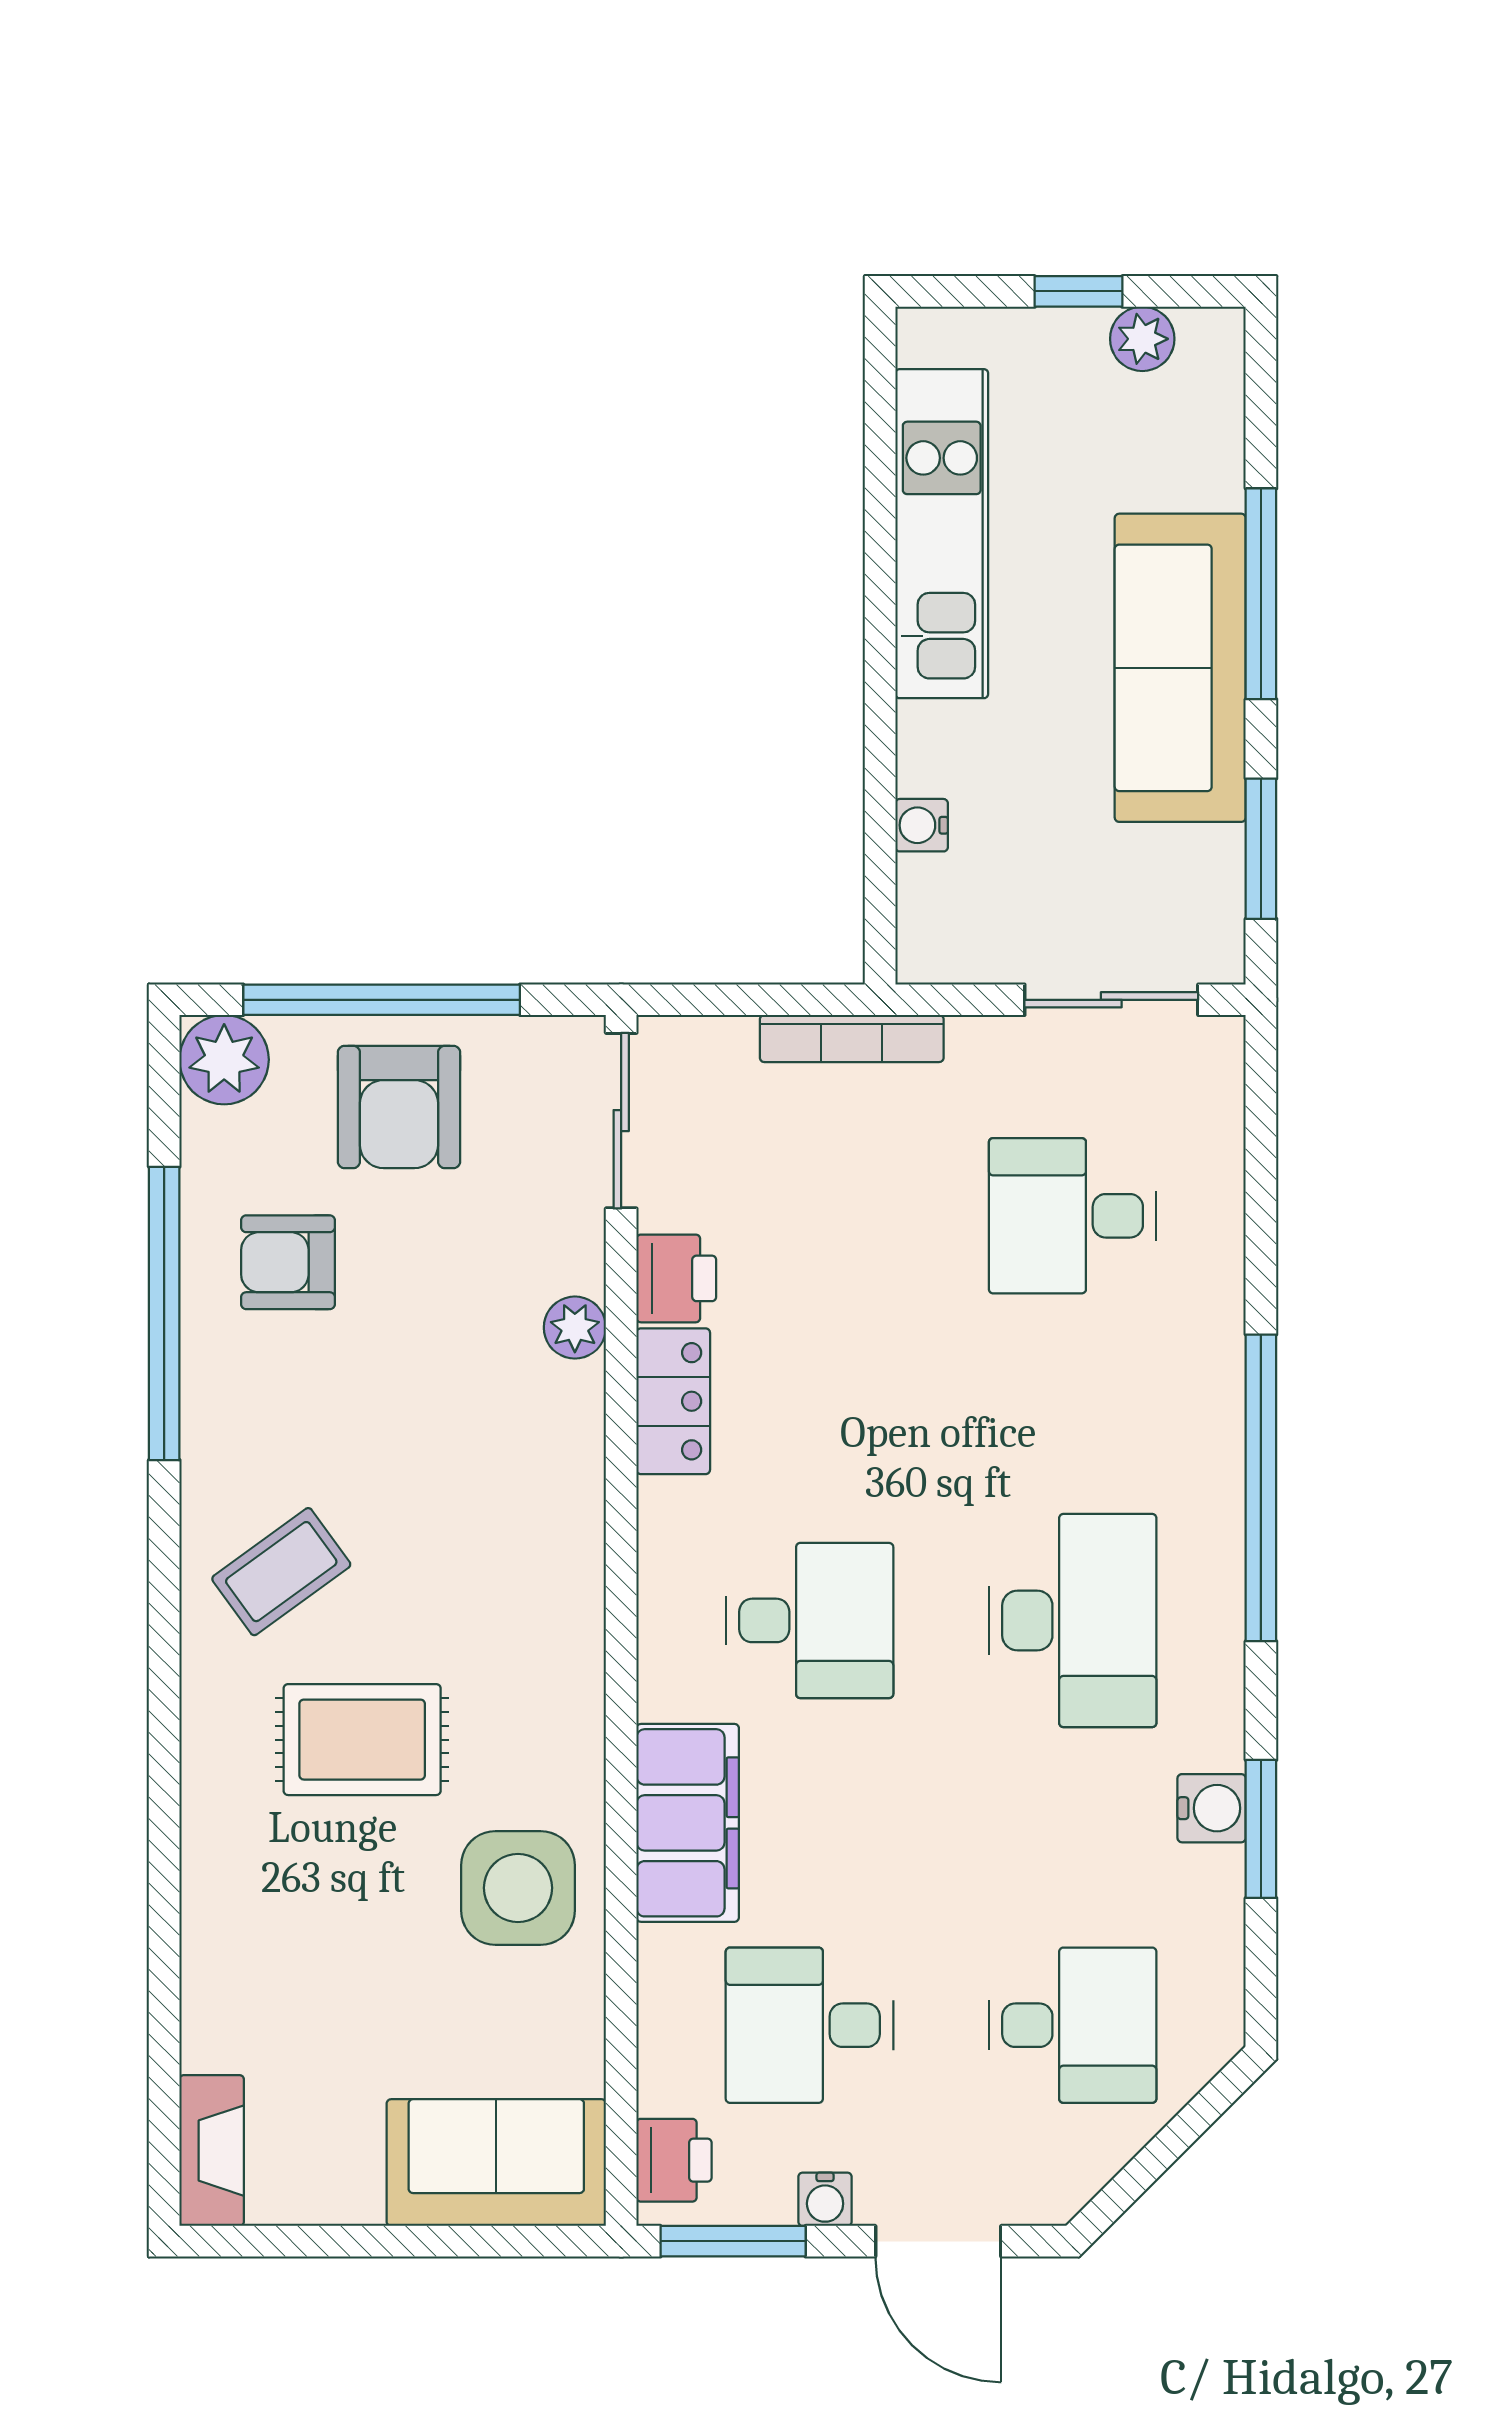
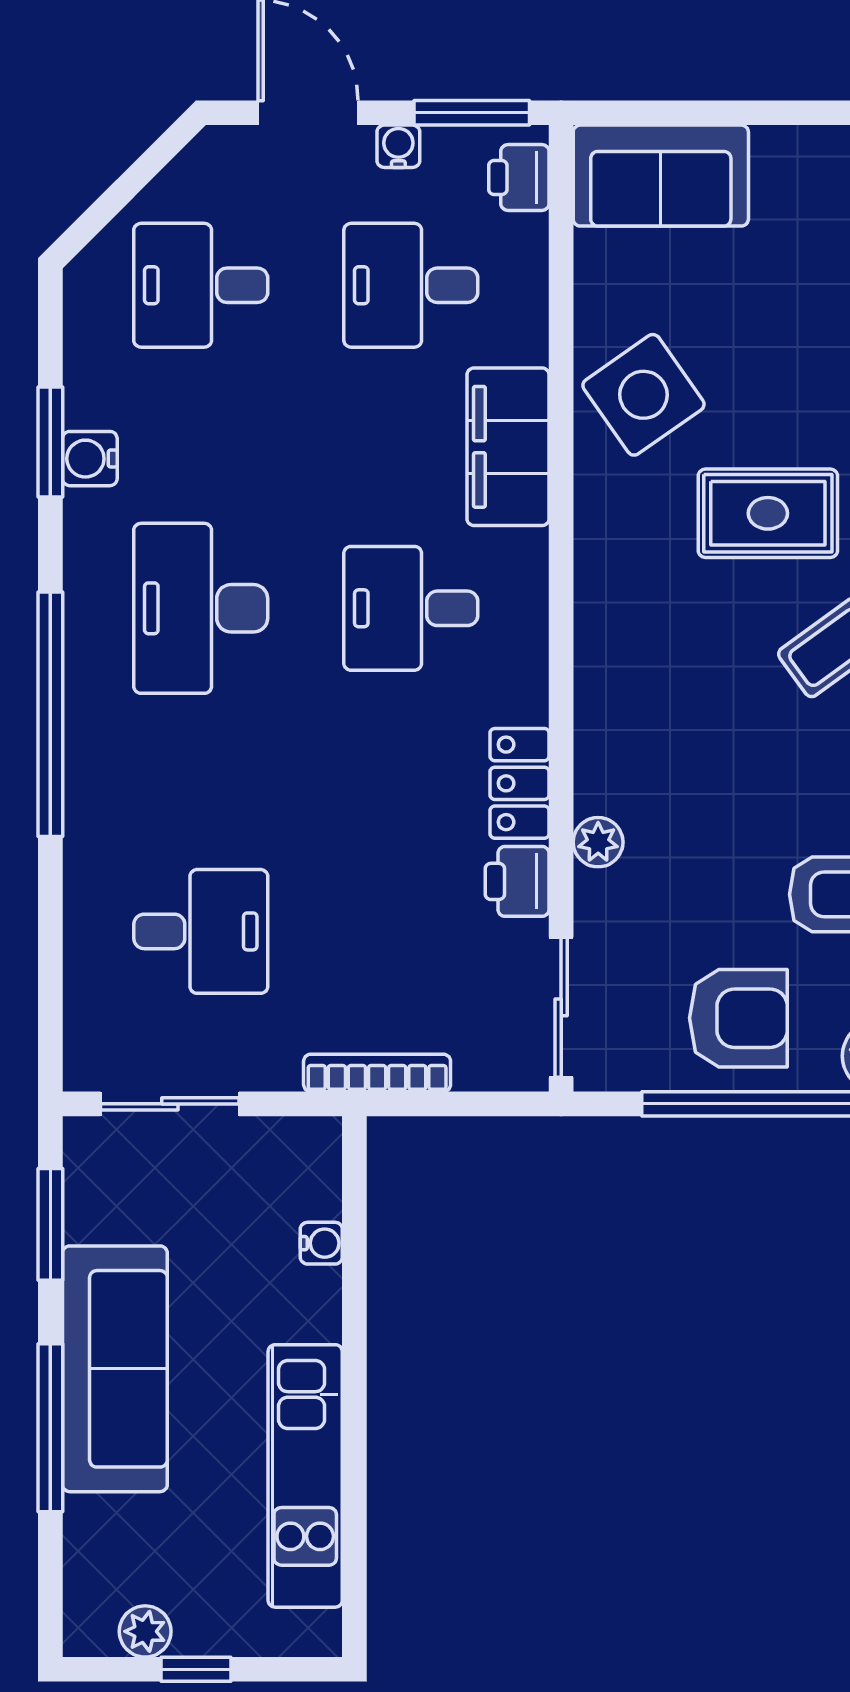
armchair: (399, 1107) -> (738, 1018), turned 90
side table: (518, 1888) -> (643, 395), turned -35
desk: (809, 2025) -> (411, 285), turned 180

